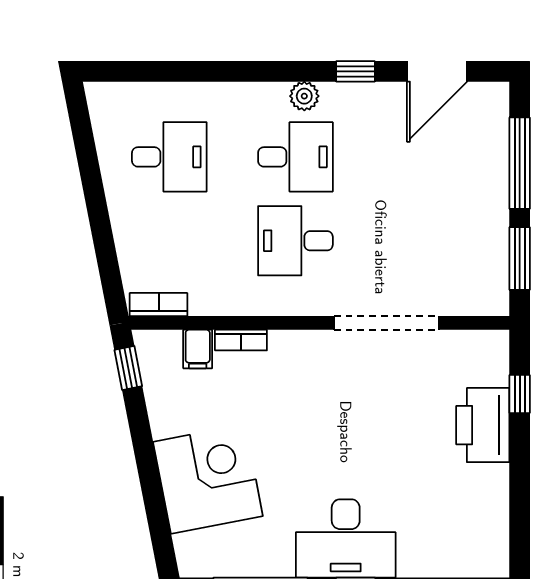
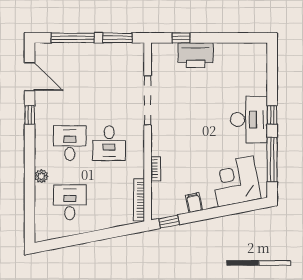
plant: (304, 96) -> (41, 176), moved
bookcase: (159, 305) -> (139, 200), width x1.56
filing cabinet: (198, 349) -> (194, 203), moved, turned -101
corner desk: (208, 479) -> (236, 181), moved

